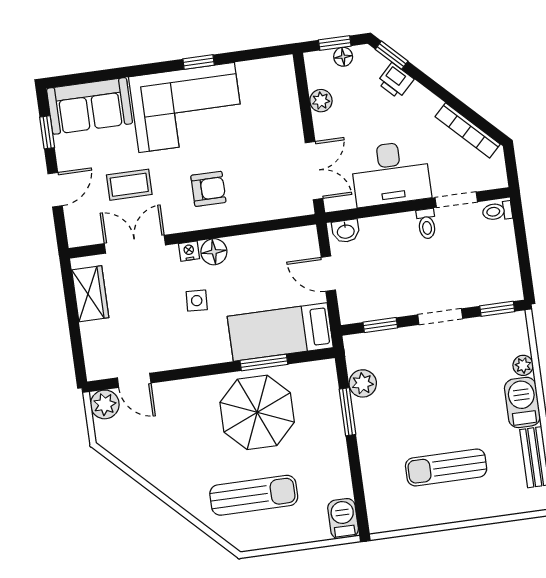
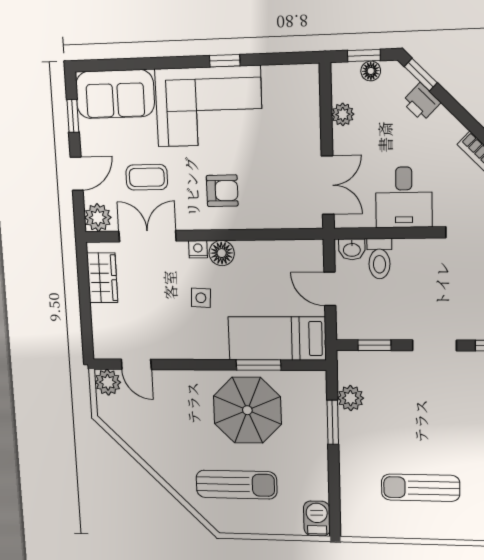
desk: (391, 173) -> (404, 197), width x0.73
toilet: (427, 224) -> (379, 259), moved, width x1.37, depth x1.39
plant: (81, 232) -> (98, 218), added

